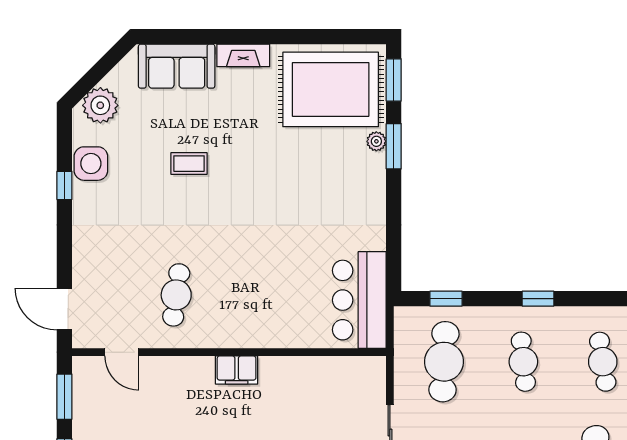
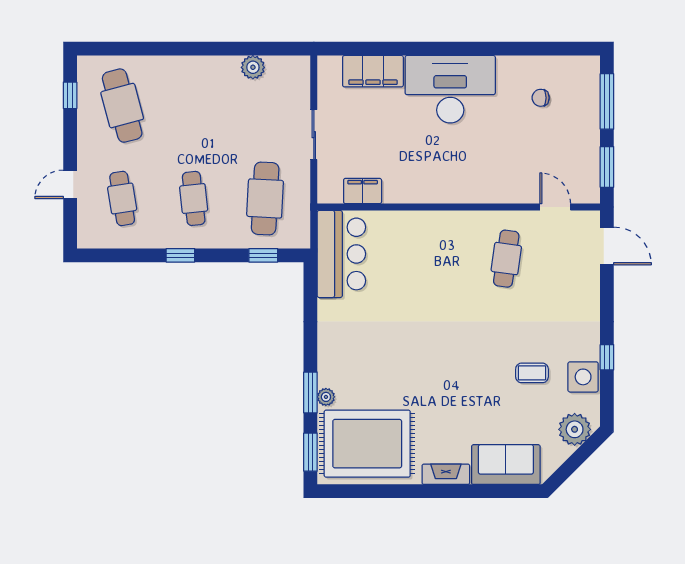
coffee table: (189, 164) -> (532, 373), moved
filing cabinet: (237, 370) -> (363, 191), moved

